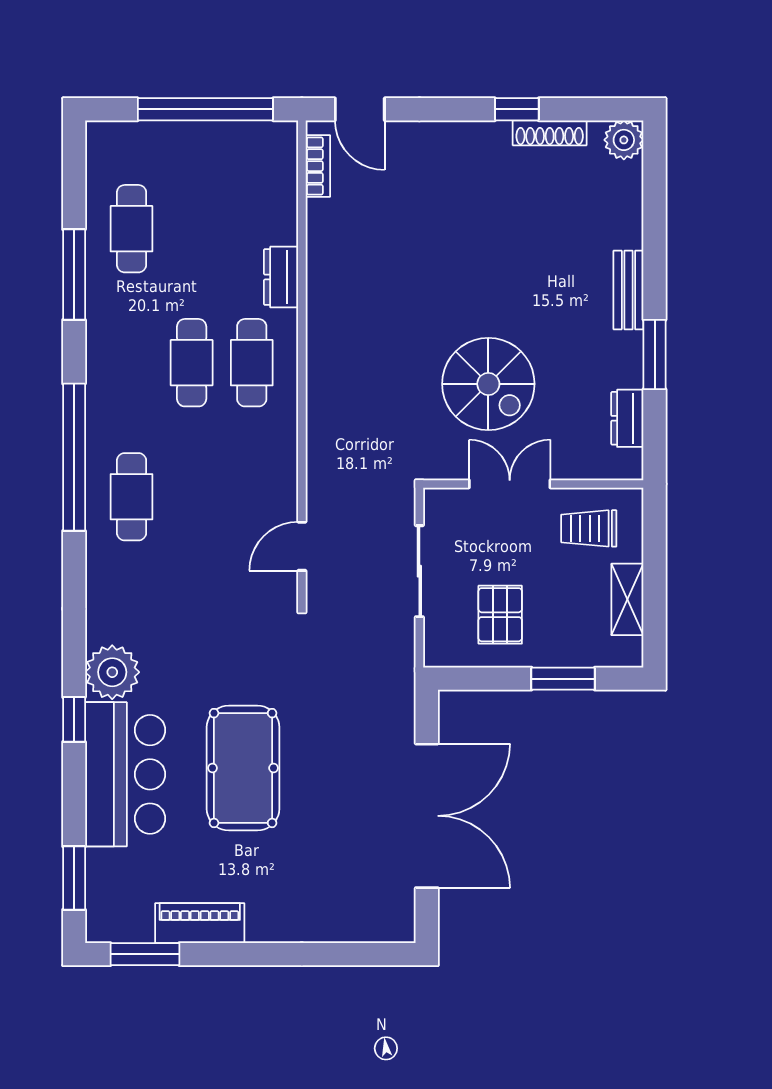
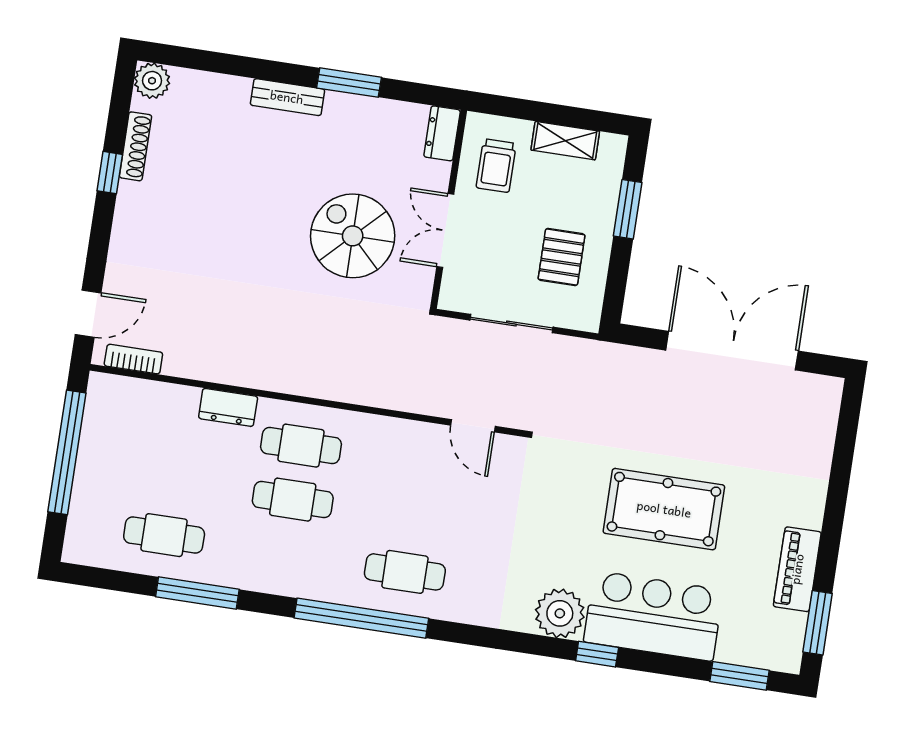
spiral stairs: (488, 384) -> (353, 236), turned -90
dresser: (627, 418) -> (442, 133), moved, turned 90
pallet: (500, 615) -> (562, 257), turned 90

